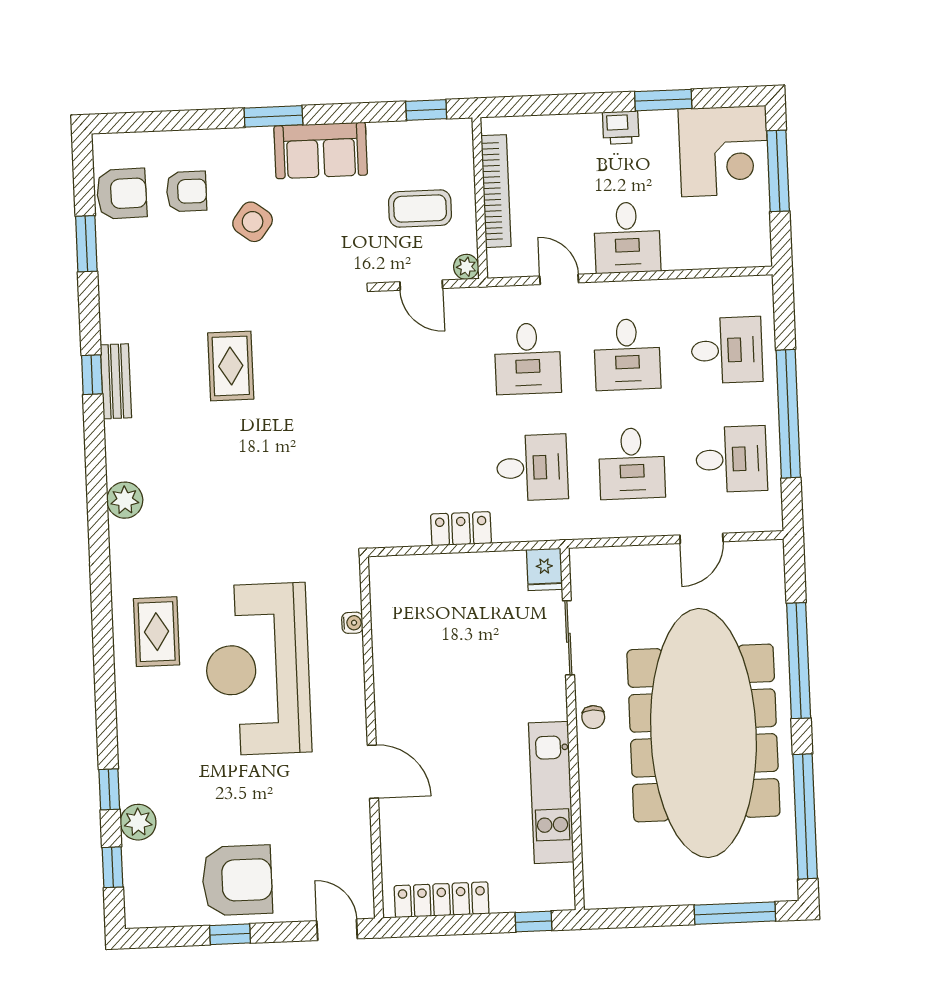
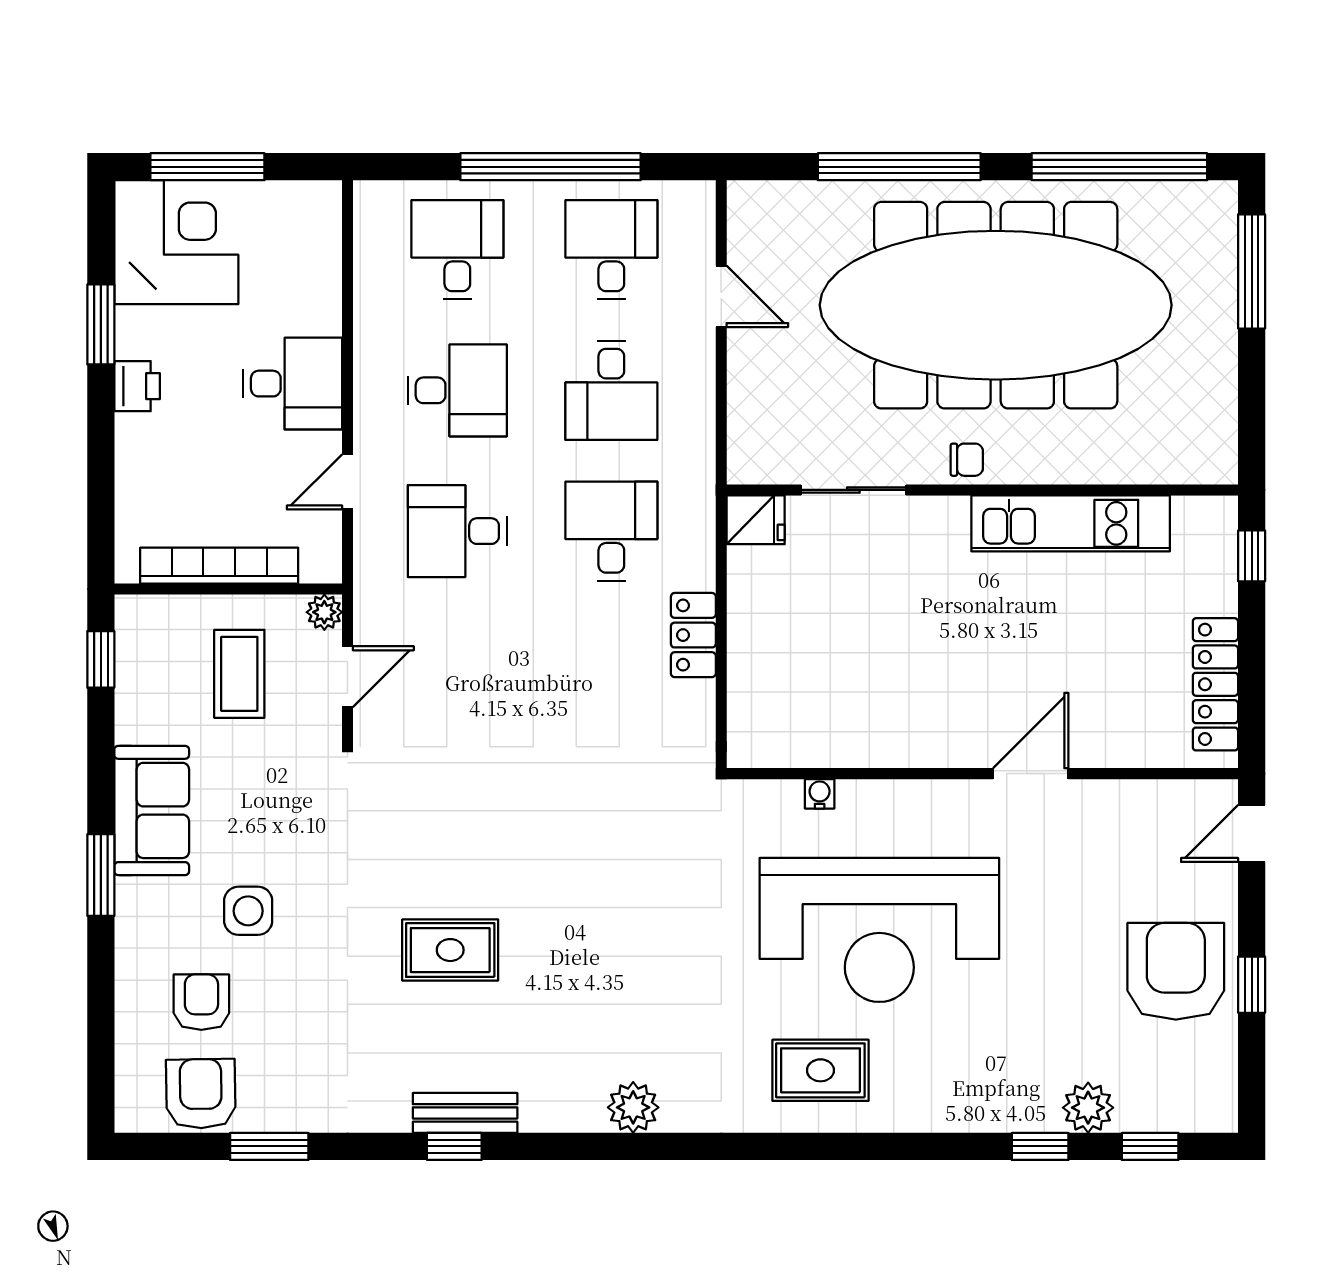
side table: (253, 222) -> (248, 911), turned -37
desk: (528, 359) -> (457, 531), turned 180
desk: (632, 463) -> (611, 390), turned 90

